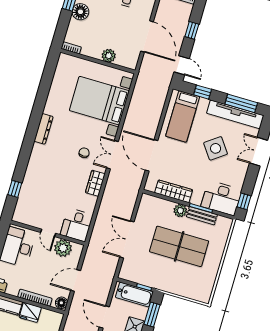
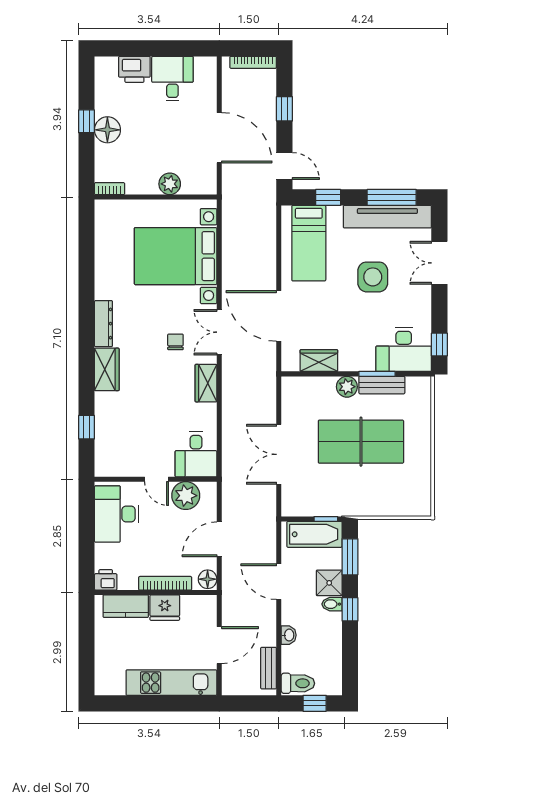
side table: (216, 148) -> (373, 277), turned 36
wardrobe: (37, 157) -> (107, 369), added
wardrobe: (174, 191) -> (319, 361), width x0.67

